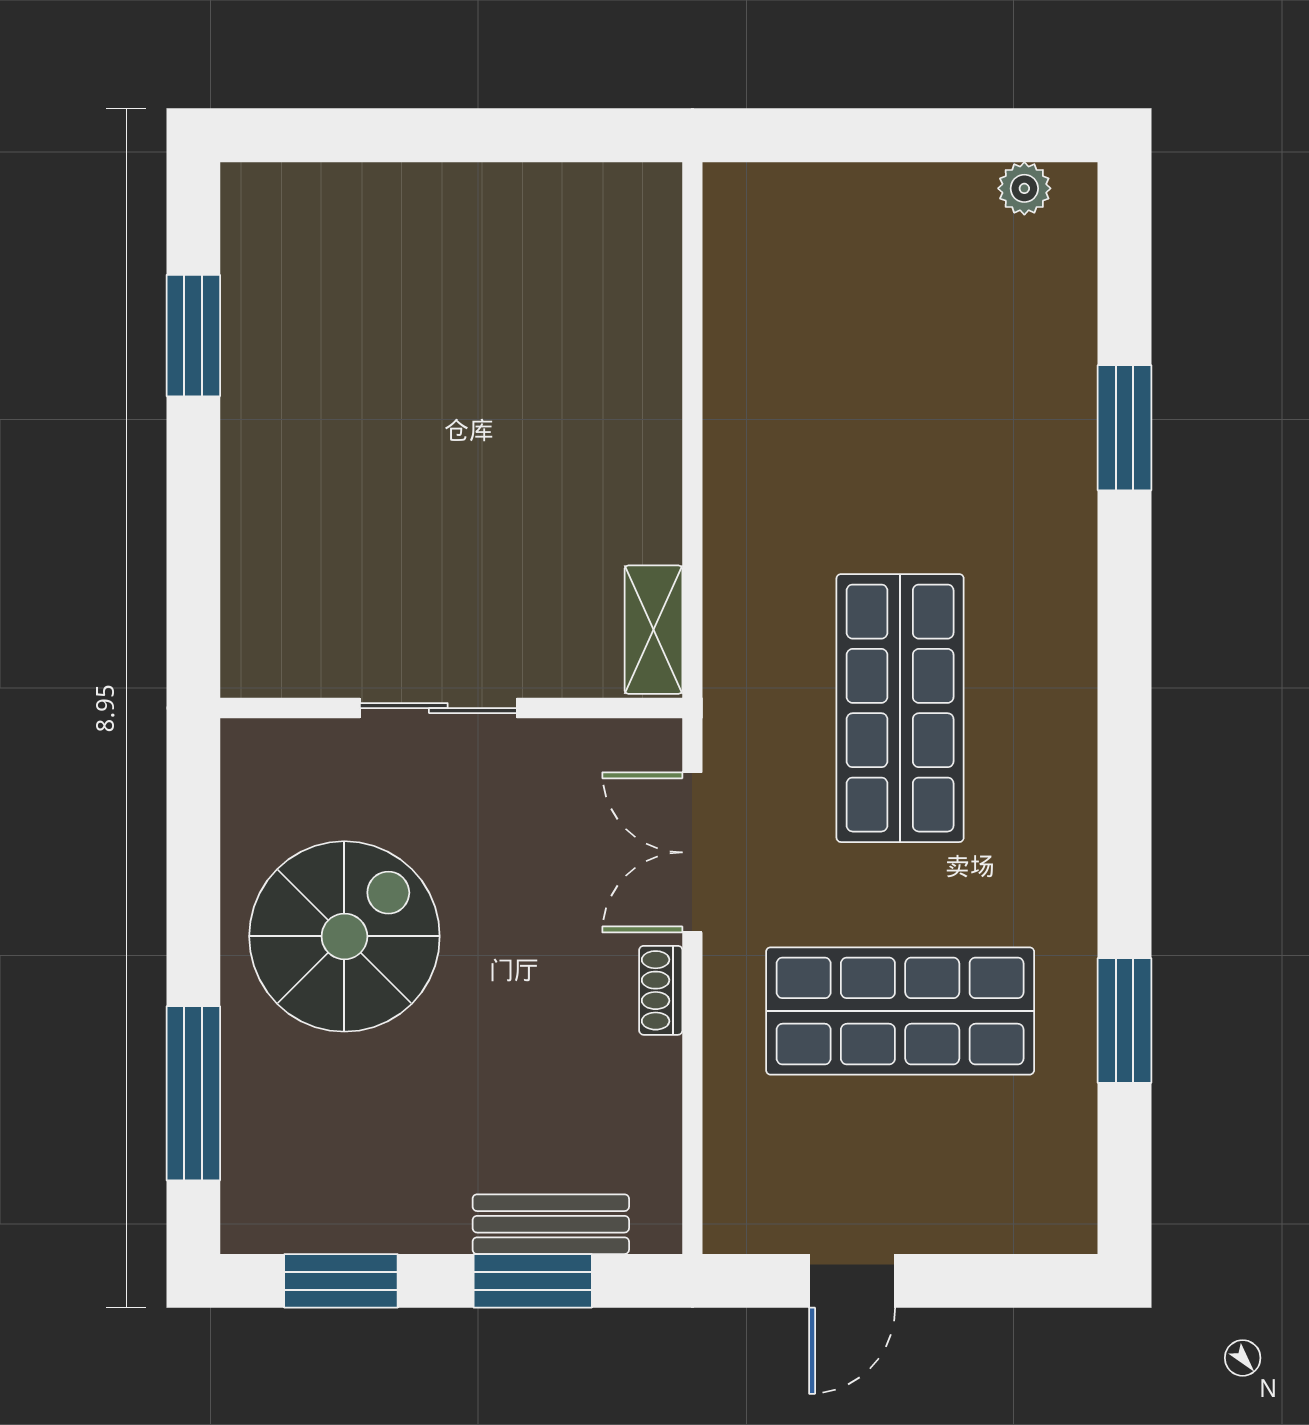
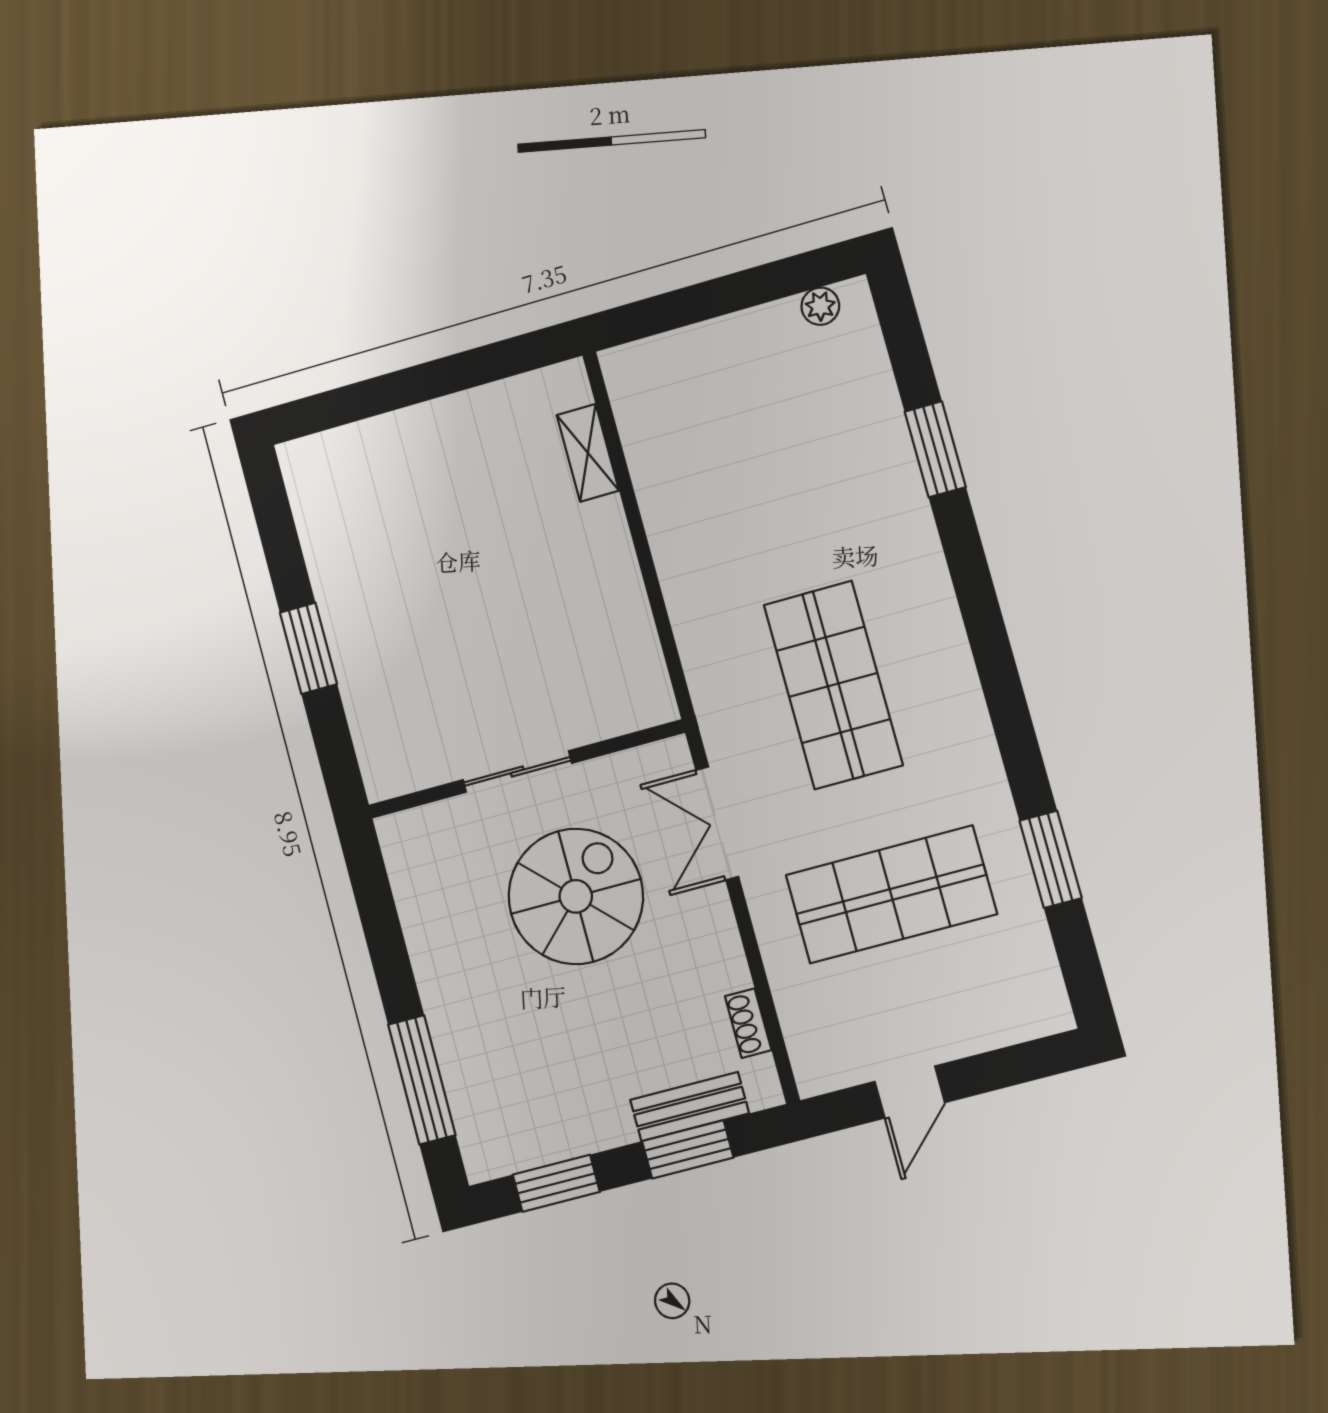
window: (193, 336) -> (308, 648), moved
shelving: (653, 630) -> (588, 453), moved
spiral stairs: (344, 936) -> (576, 896), moved
shoe rack: (661, 990) -> (748, 1023), moved

